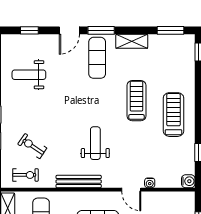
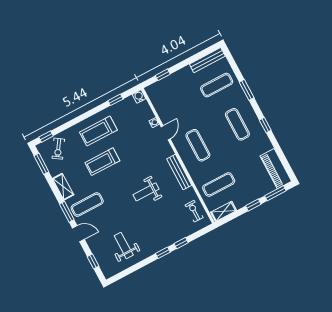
weight bench: (29, 75) -> (124, 245), turned 180
weight bench: (95, 143) -> (146, 192), moved
exercise bike: (32, 146) -> (58, 149), moved

